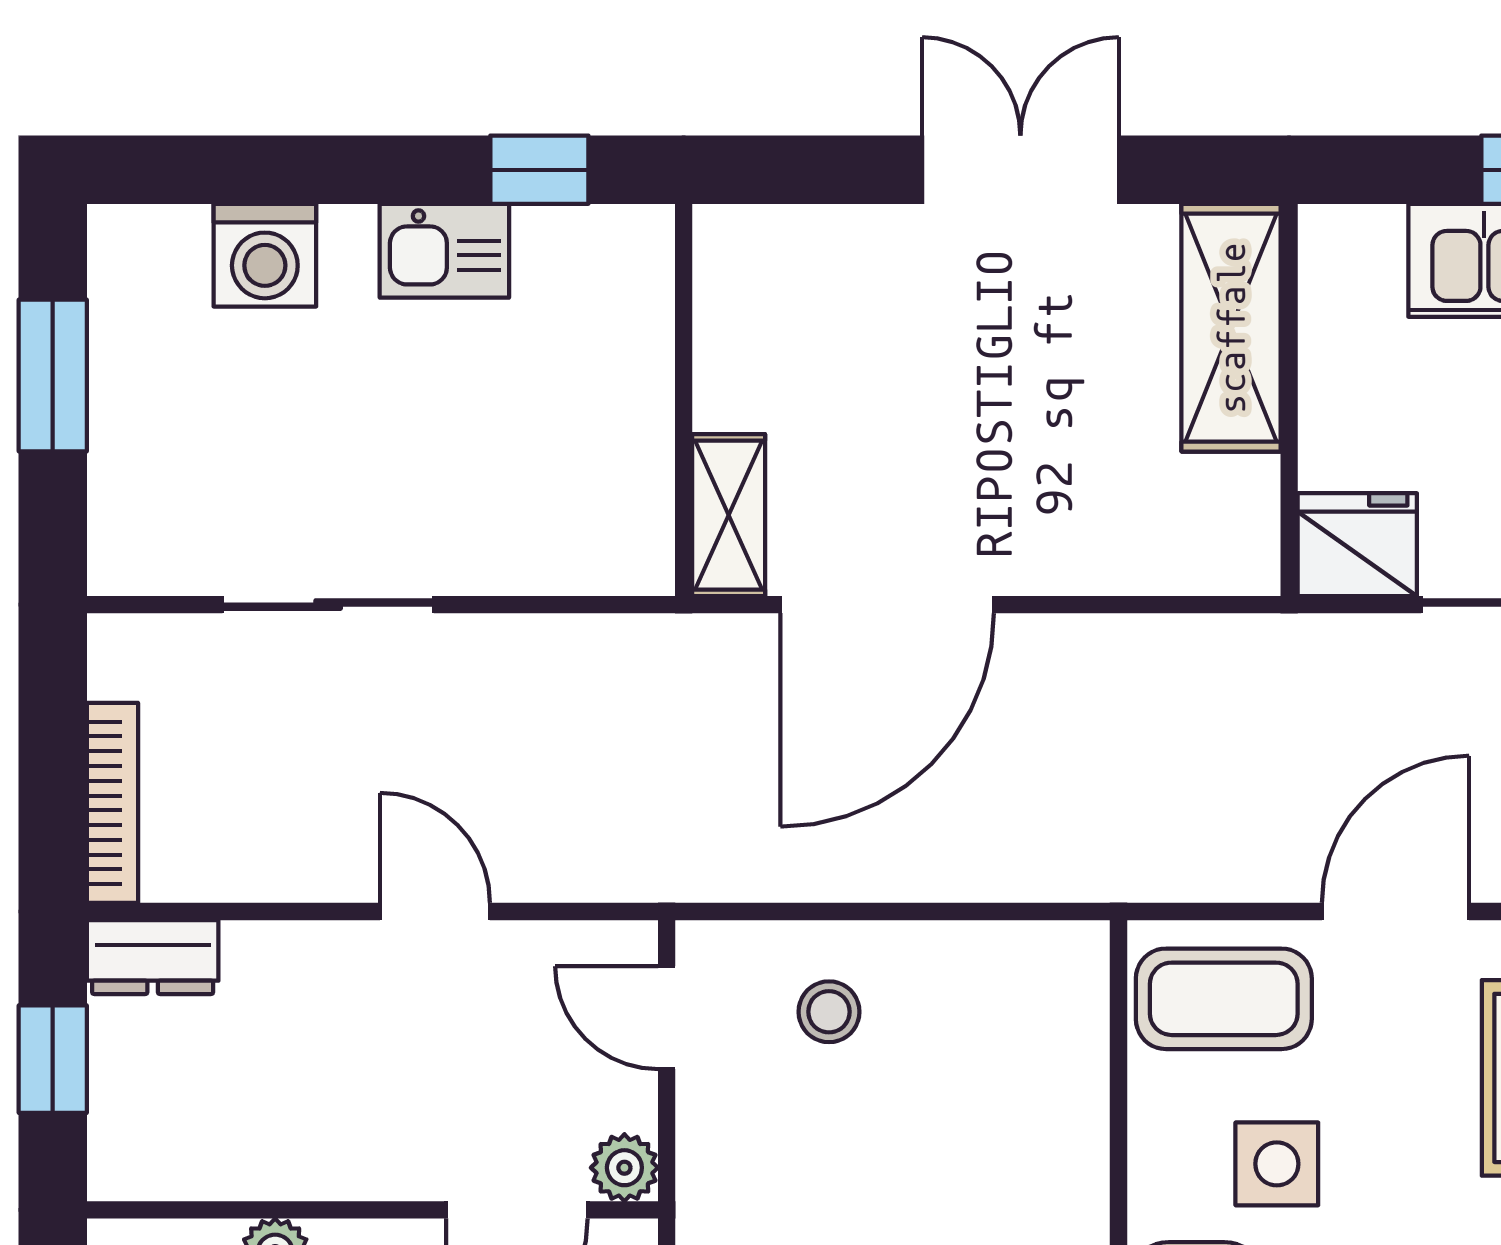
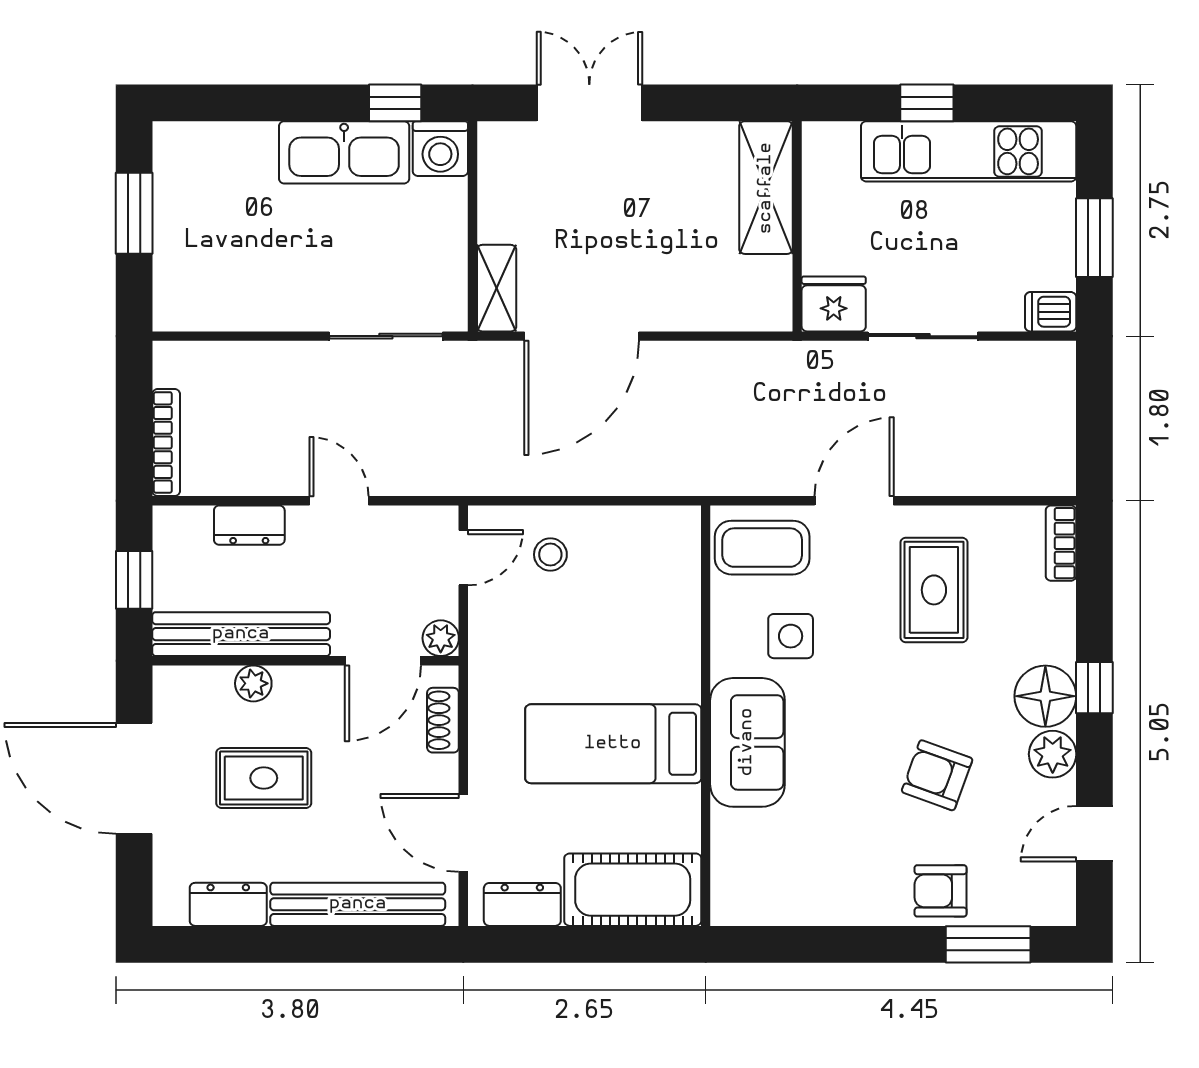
double door: (1020, 170) -> (589, 103), moved
kitchen sink: (444, 251) -> (344, 152), width x1.88, depth x1.24
washing machine: (265, 255) -> (440, 149), moved
sliding door: (328, 605) -> (386, 336), moved
dresser: (153, 957) -> (249, 525), moved
door: (667, 1018) -> (463, 558), swing flipped
bench: (252, 1160) -> (241, 634), added

